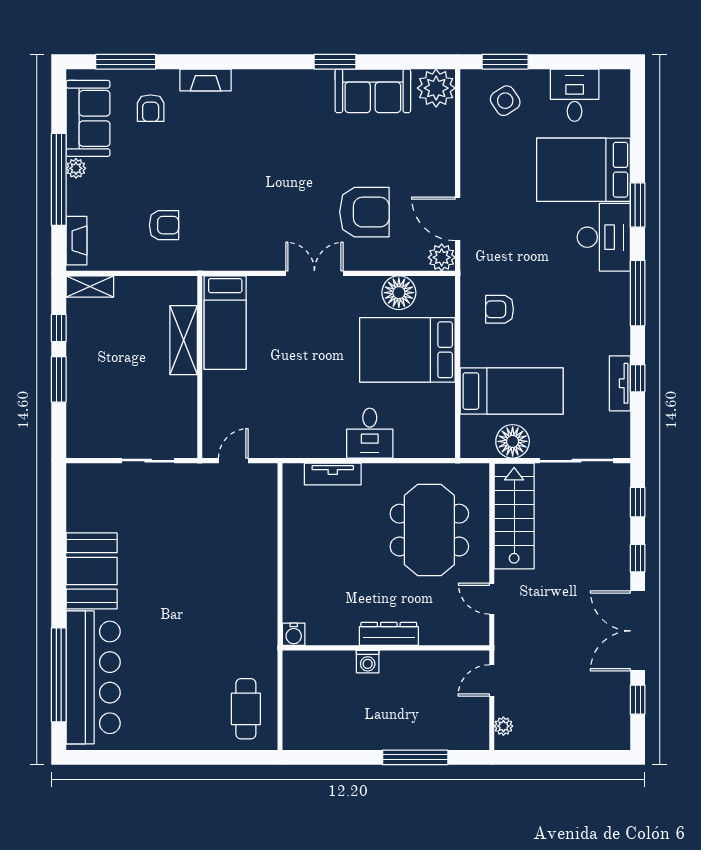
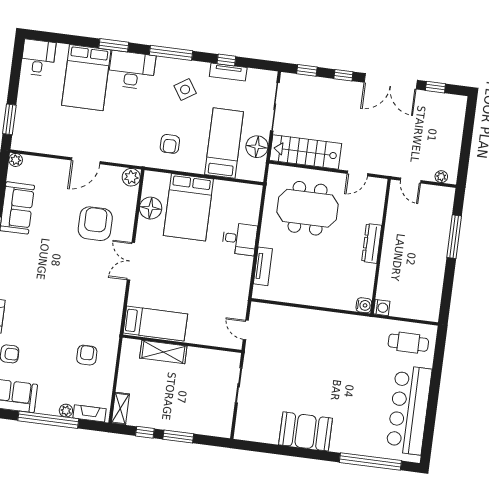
plant: (436, 88) -> (16, 160), width x0.53, depth x0.53
desk: (575, 95) -> (38, 58), moved, turned 90
side table: (505, 101) -> (185, 89), moved
plant: (76, 168) -> (66, 411), moved
door: (458, 219) -> (86, 161), moved
washing machine: (368, 662) -> (382, 308), moved
bar counter: (93, 677) -> (409, 410), moved, turned -90

